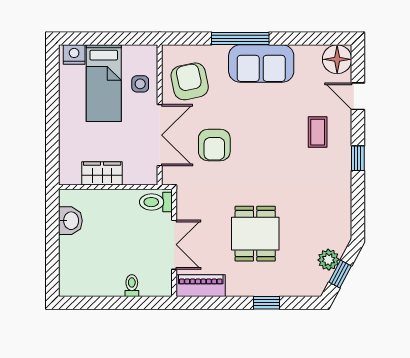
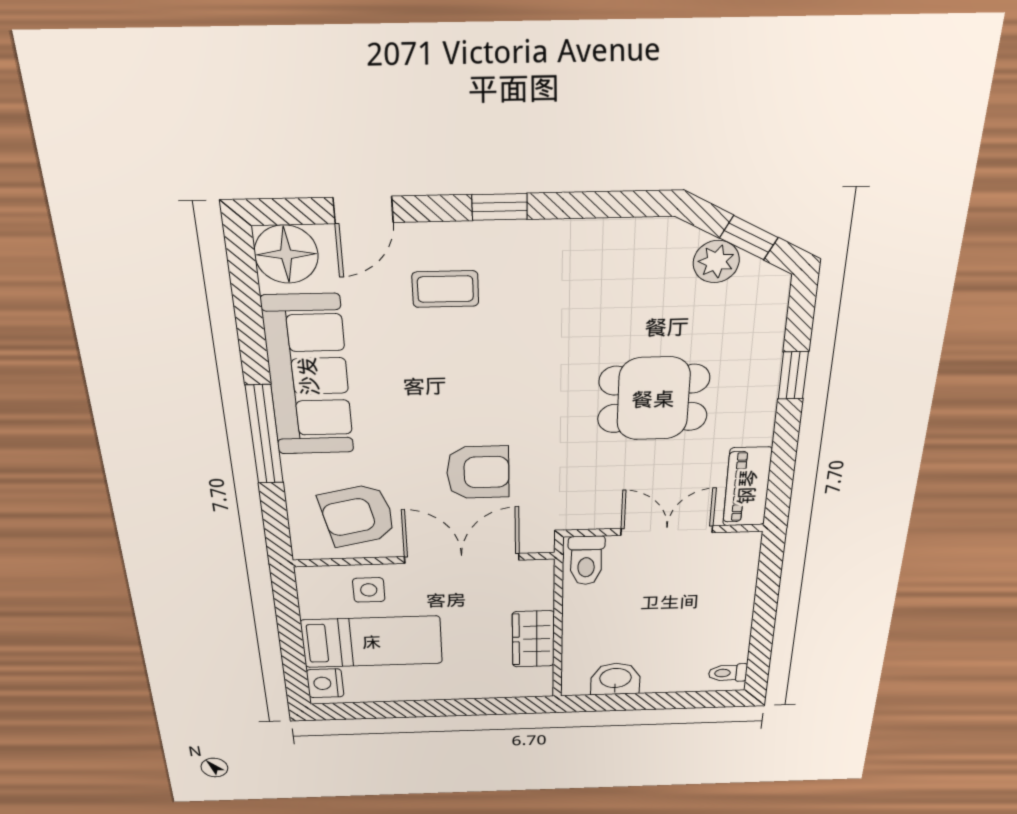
sofa: (261, 63) -> (308, 376), width x1.36
toilet: (132, 286) -> (728, 673), moved

